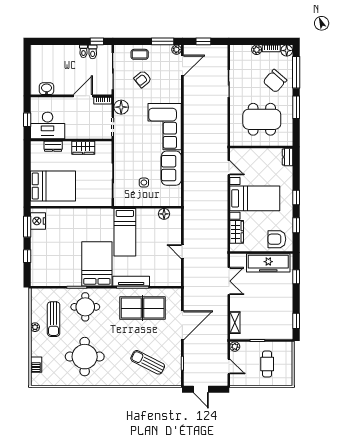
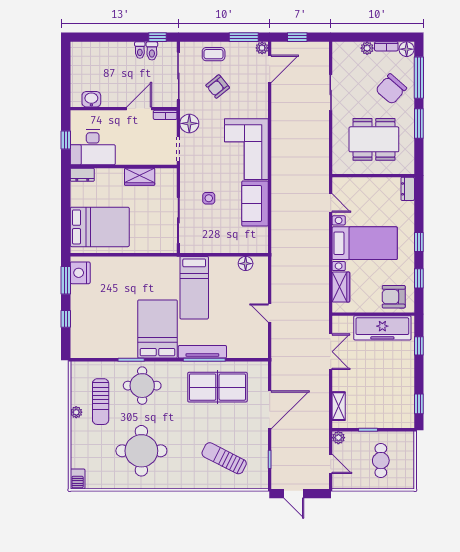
dresser: (53, 146) -> (82, 175), moved
side table: (144, 183) -> (209, 198), moved
barbecue: (36, 365) -> (78, 479), moved

